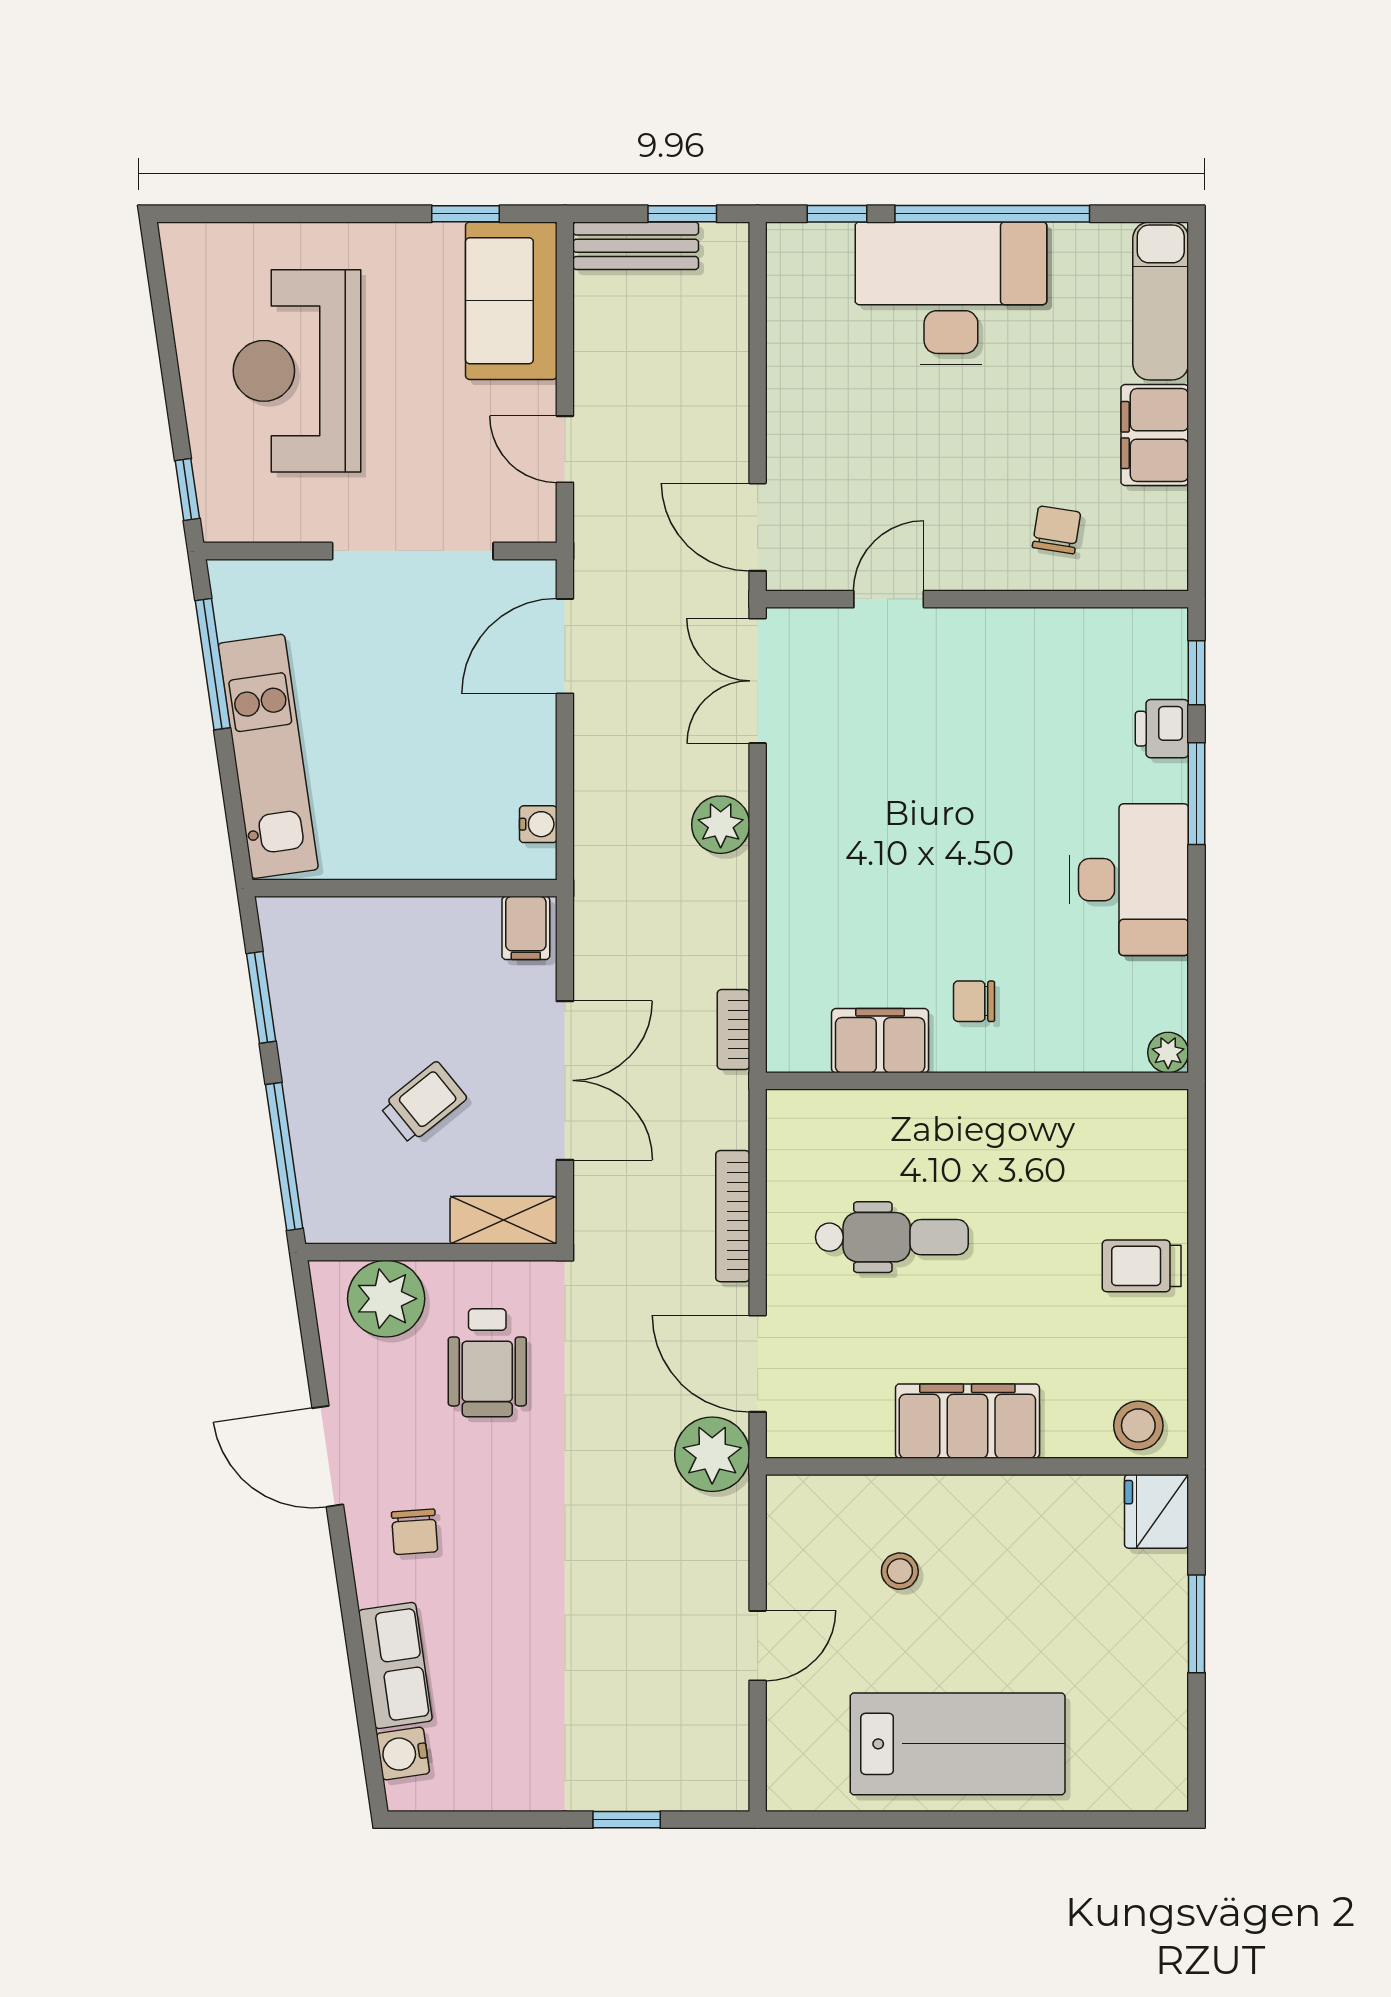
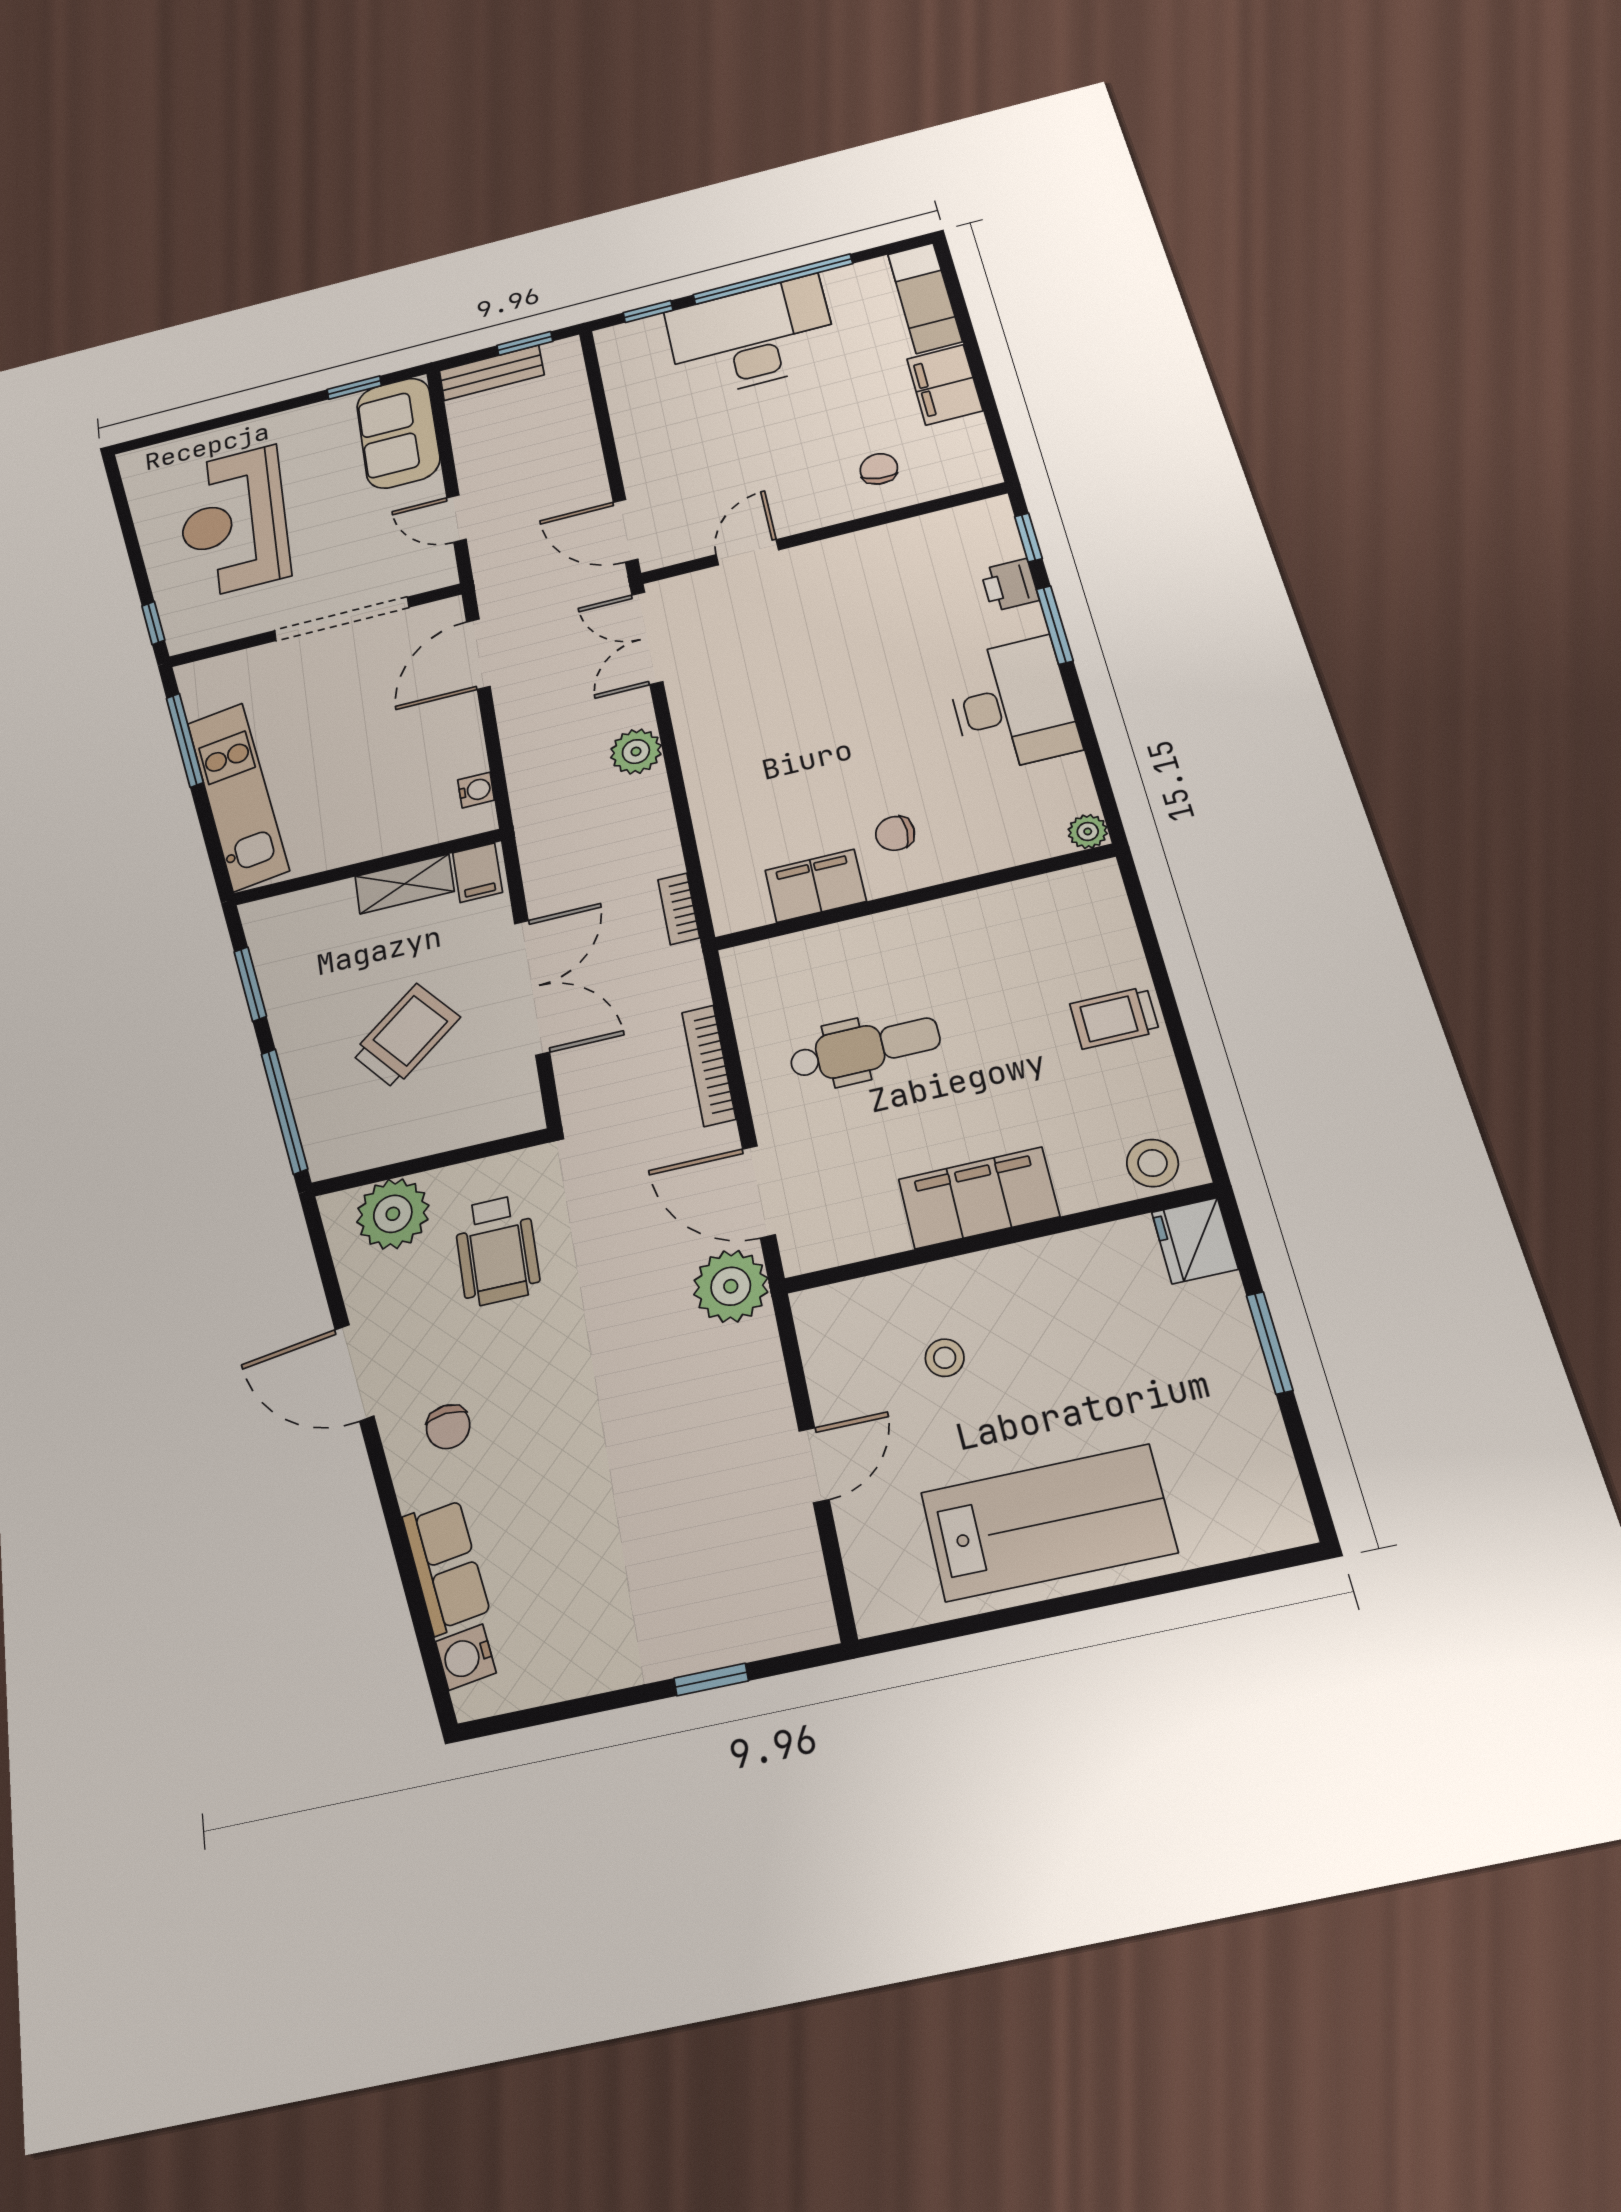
trolley: (424, 1102) -> (406, 1036), width x1.36, depth x1.39
shelving: (503, 1220) -> (405, 884), moved

